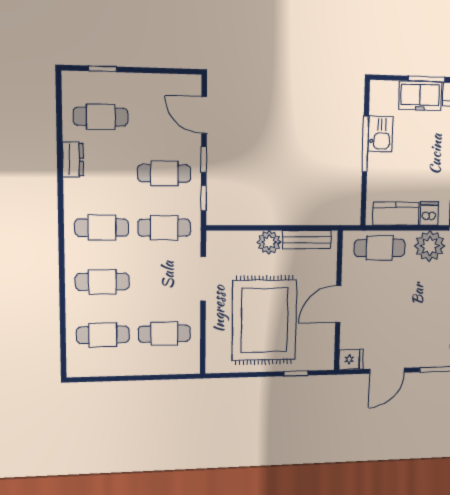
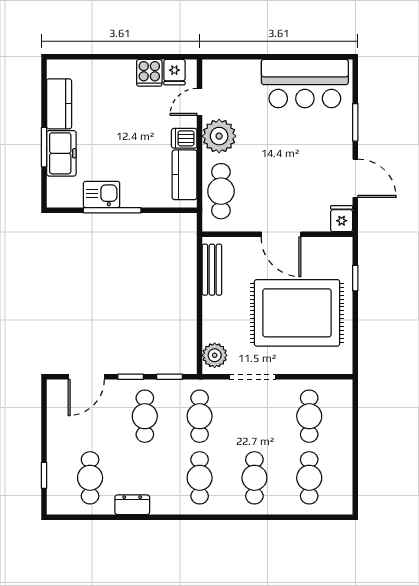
plant: (269, 242) -> (215, 355), moved

